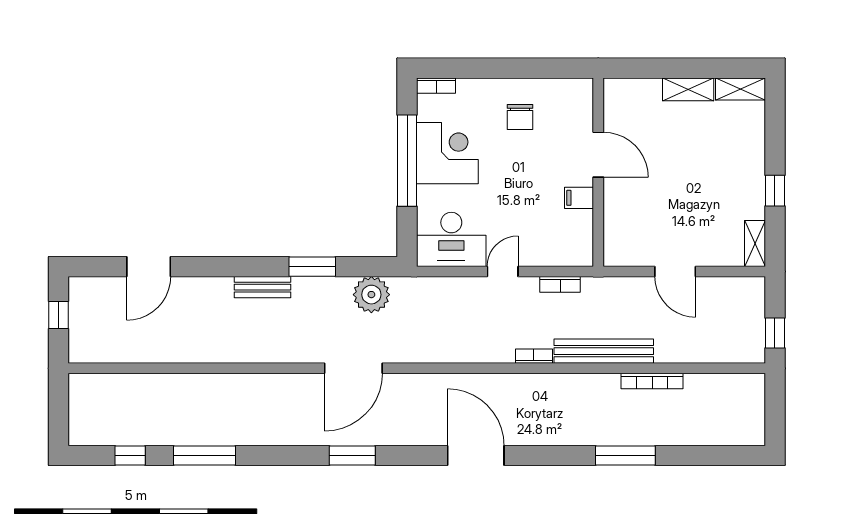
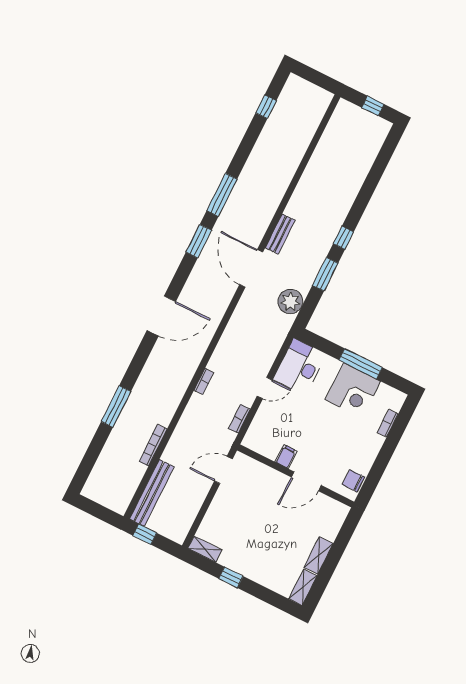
bookcase: (436, 86) -> (388, 423), moved
chair: (520, 117) -> (353, 481), moved
window: (407, 161) -> (361, 364), width x0.68
door: (149, 267) -> (375, 175), removed
window: (252, 267) -> (343, 238), added
door: (503, 271) -> (265, 388), hinge flipped
door: (675, 271) -> (223, 470), moved
bench: (262, 287) -> (280, 234), moved
bench: (604, 351) -> (152, 493), moved
window: (205, 455) -> (222, 195), moved

